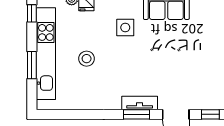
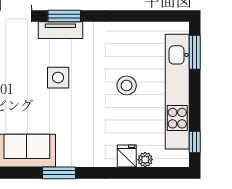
side table: (125, 27) -> (58, 78), moved
window: (32, 65) -> (195, 52), moved

